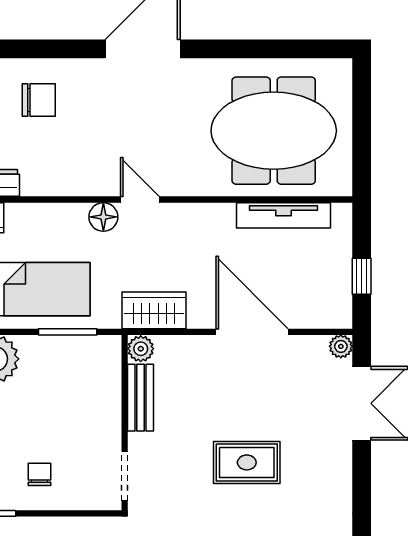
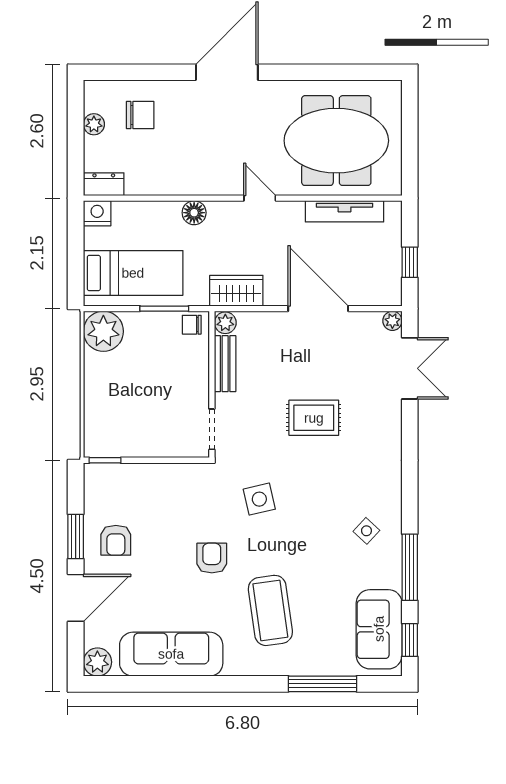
door: (140, 200) -> (260, 198), moved
chair: (40, 474) -> (192, 325), moved, turned -90

